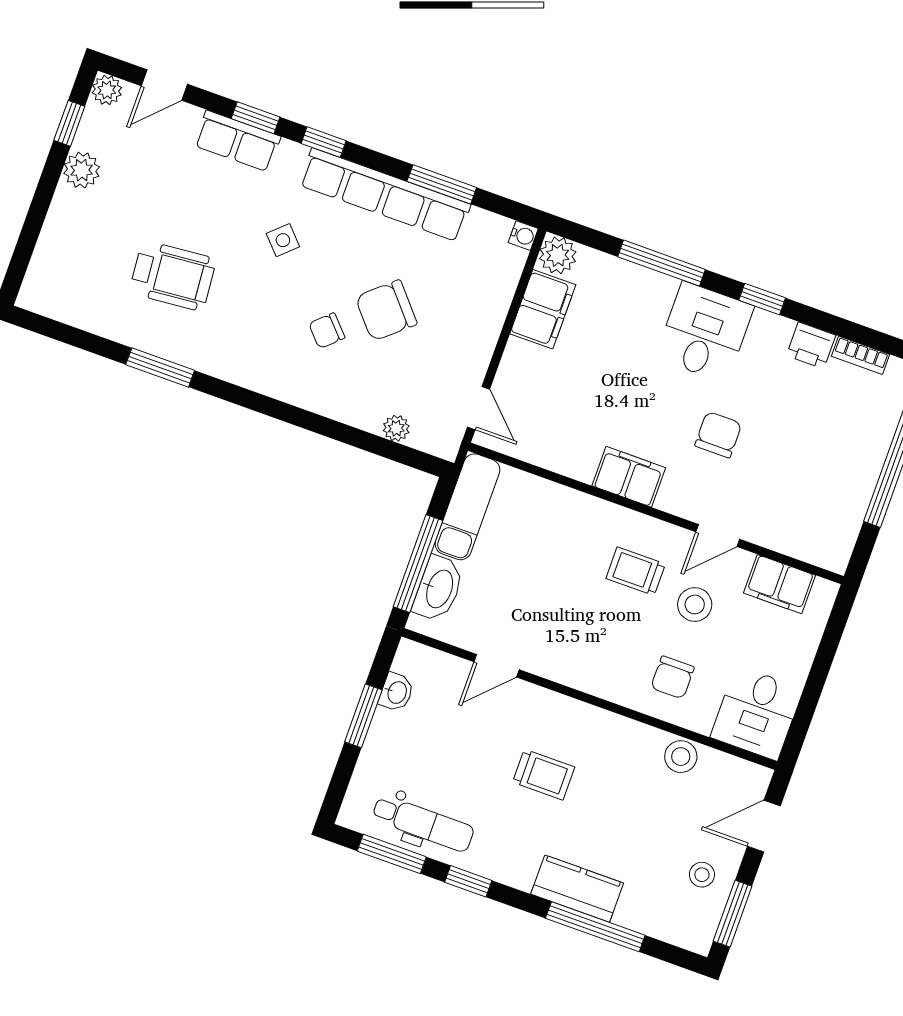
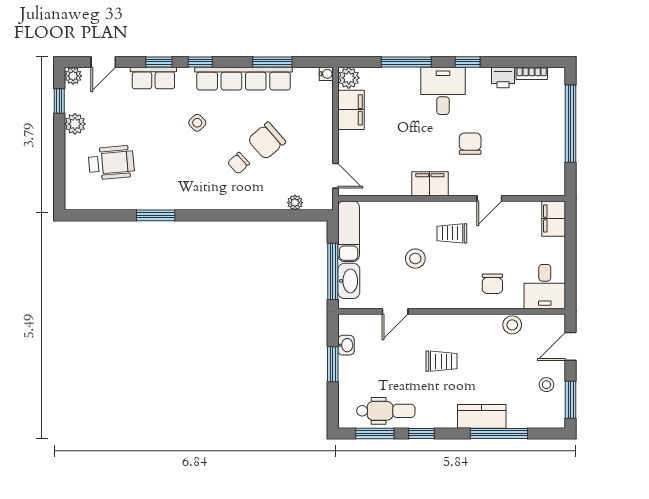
wheelchair: (173, 276) -> (111, 163), moved
filing cabinet: (780, 584) -> (554, 219), moved, turned 90
stool: (695, 604) -> (415, 259), moved

